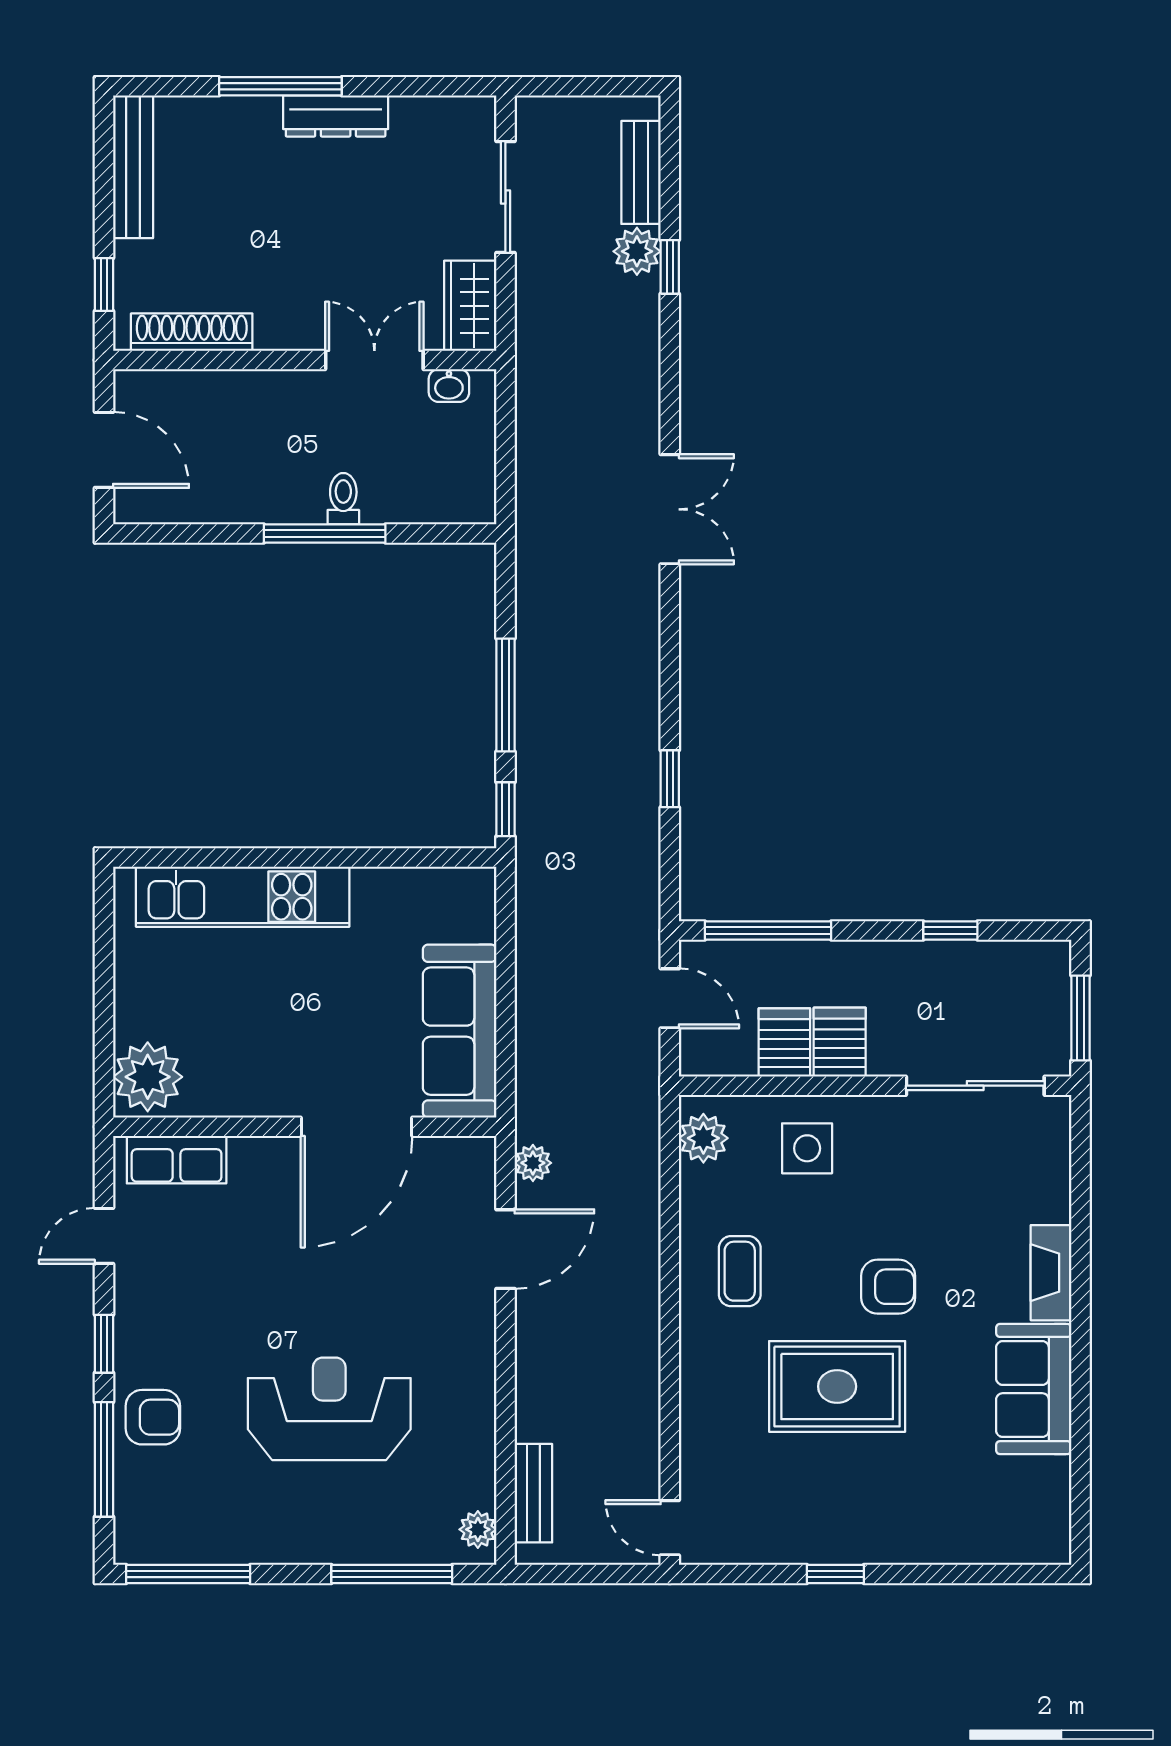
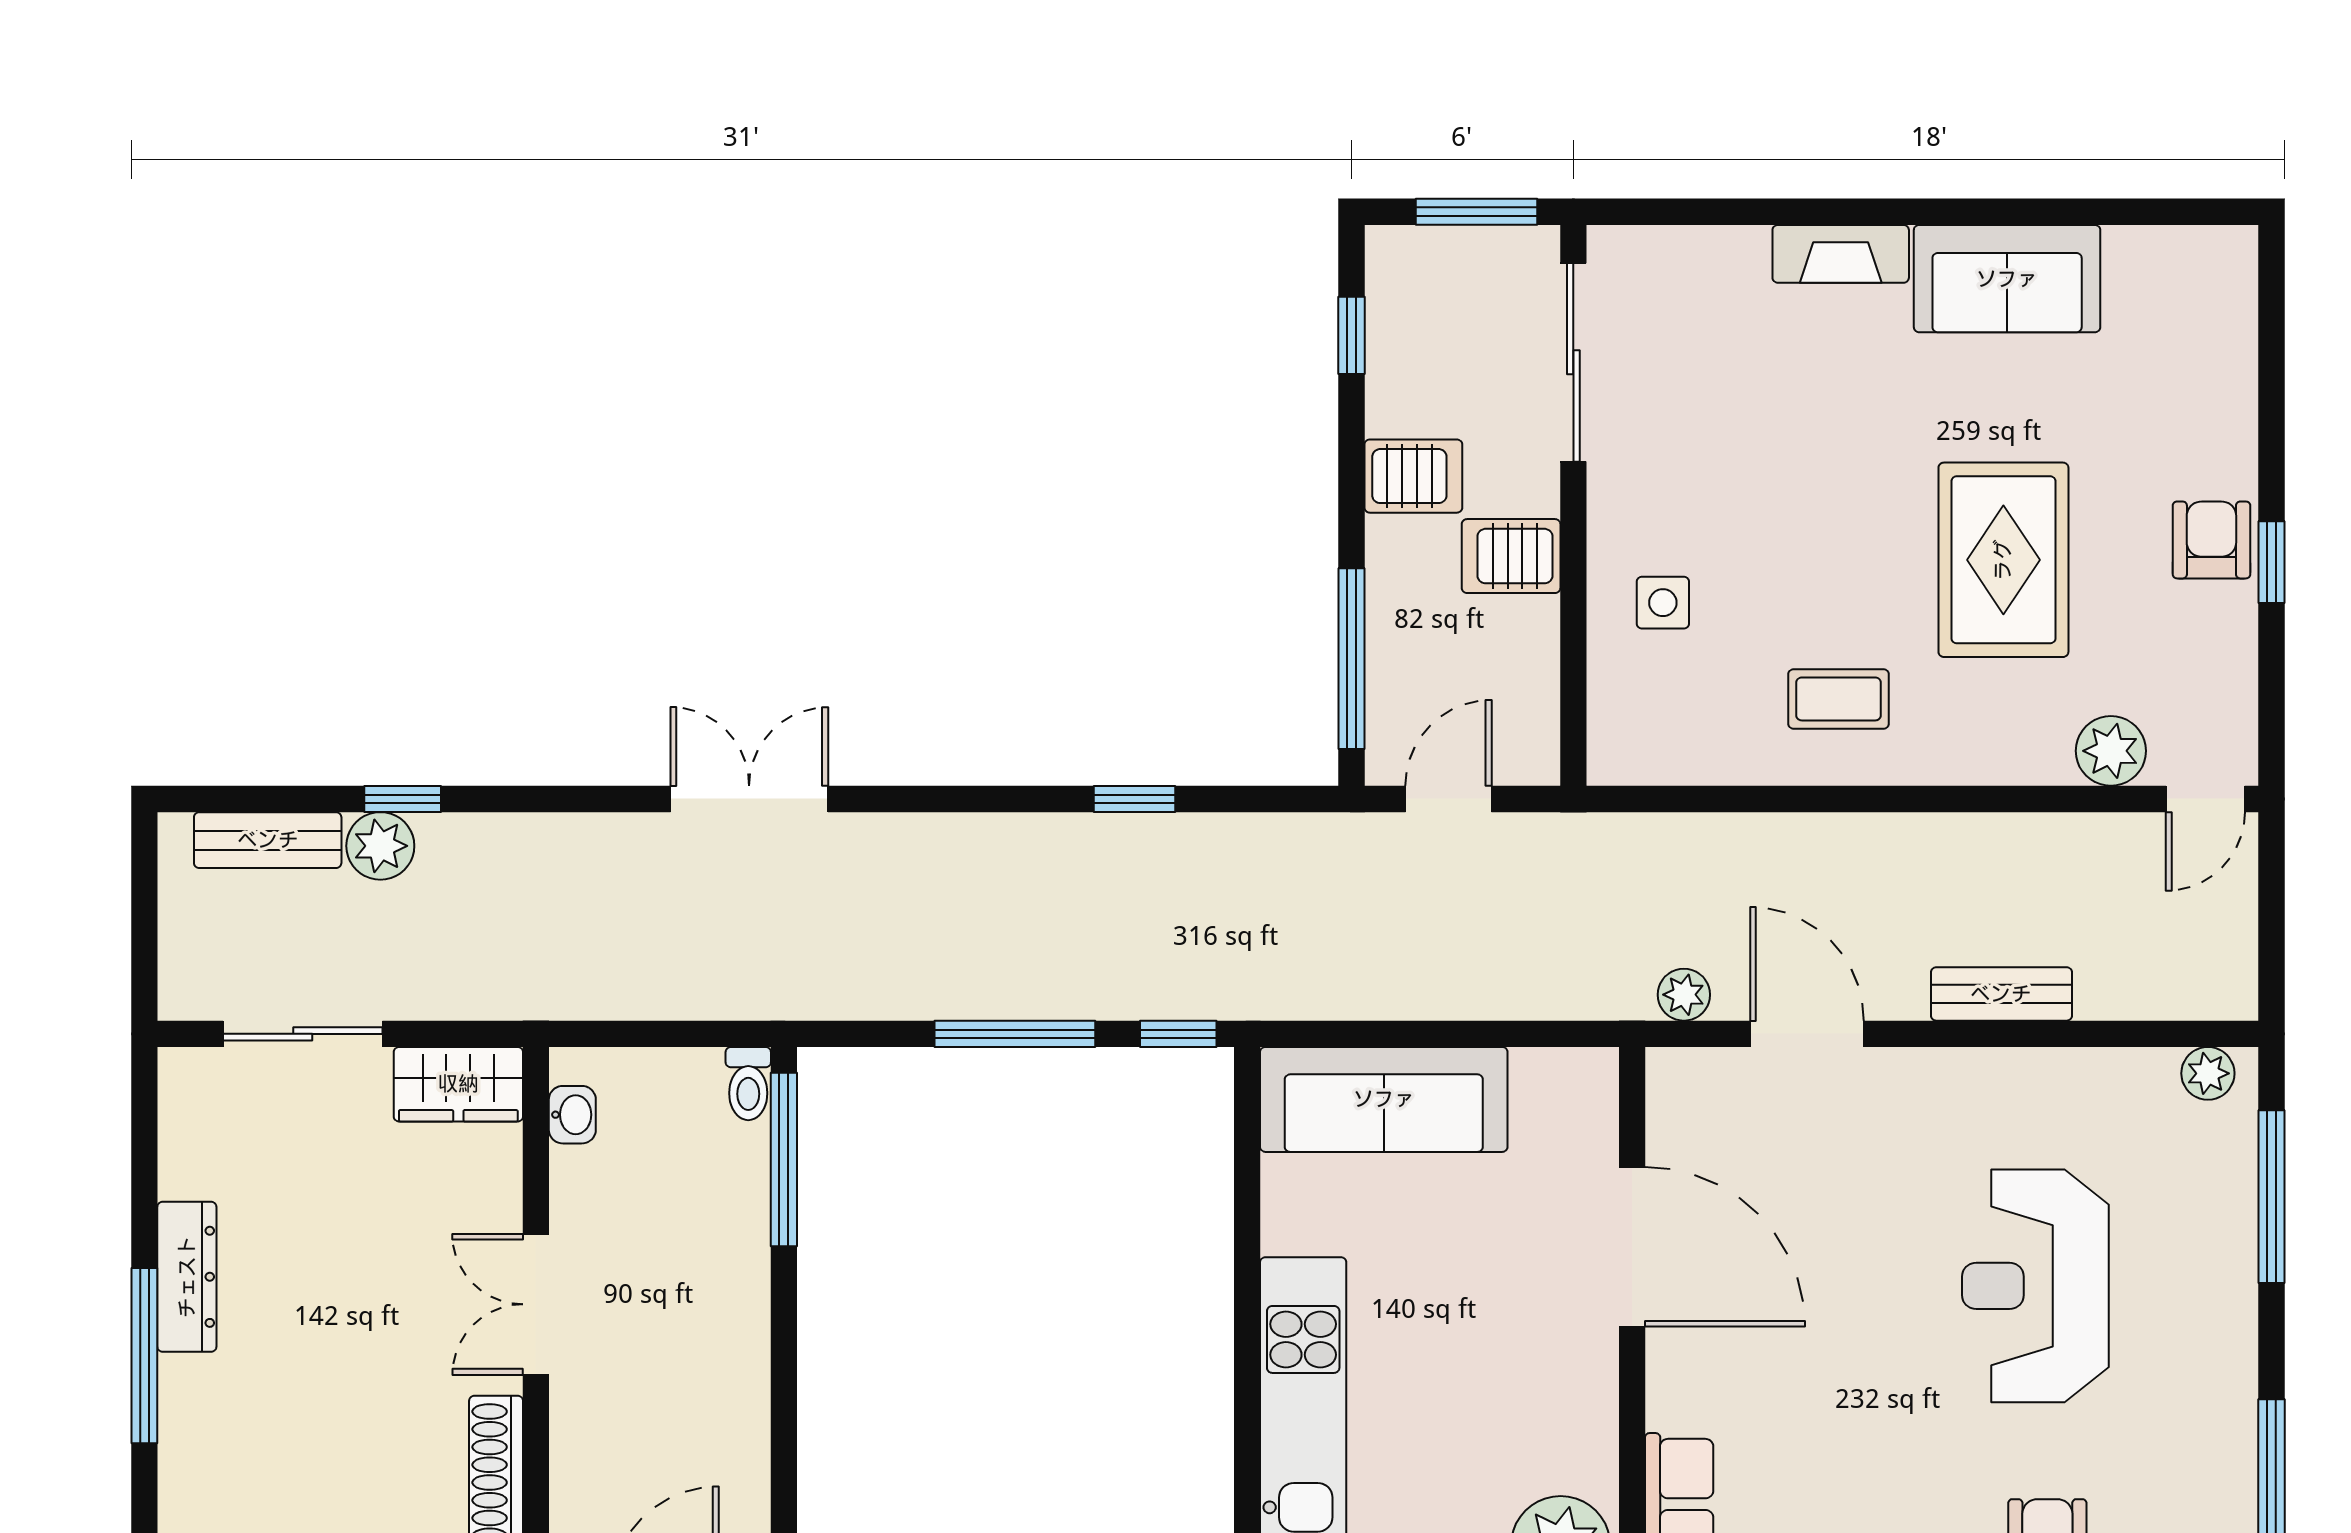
double door: (374, 360) -> (536, 1304), moved
toilet: (343, 499) -> (748, 1084), moved, turned -90
window: (325, 533) -> (784, 1160), moved
window: (950, 931) -> (1352, 335), moved
sofa: (460, 1031) -> (1384, 1099), moved
server rack: (784, 1042) -> (1413, 476), moved, turned 180
plant: (703, 1138) -> (2111, 751), moved
side table: (807, 1148) -> (1663, 603), width x0.73, depth x0.73
armchair: (888, 1287) -> (2211, 540), moved
bench: (533, 1493) -> (2001, 994), moved

